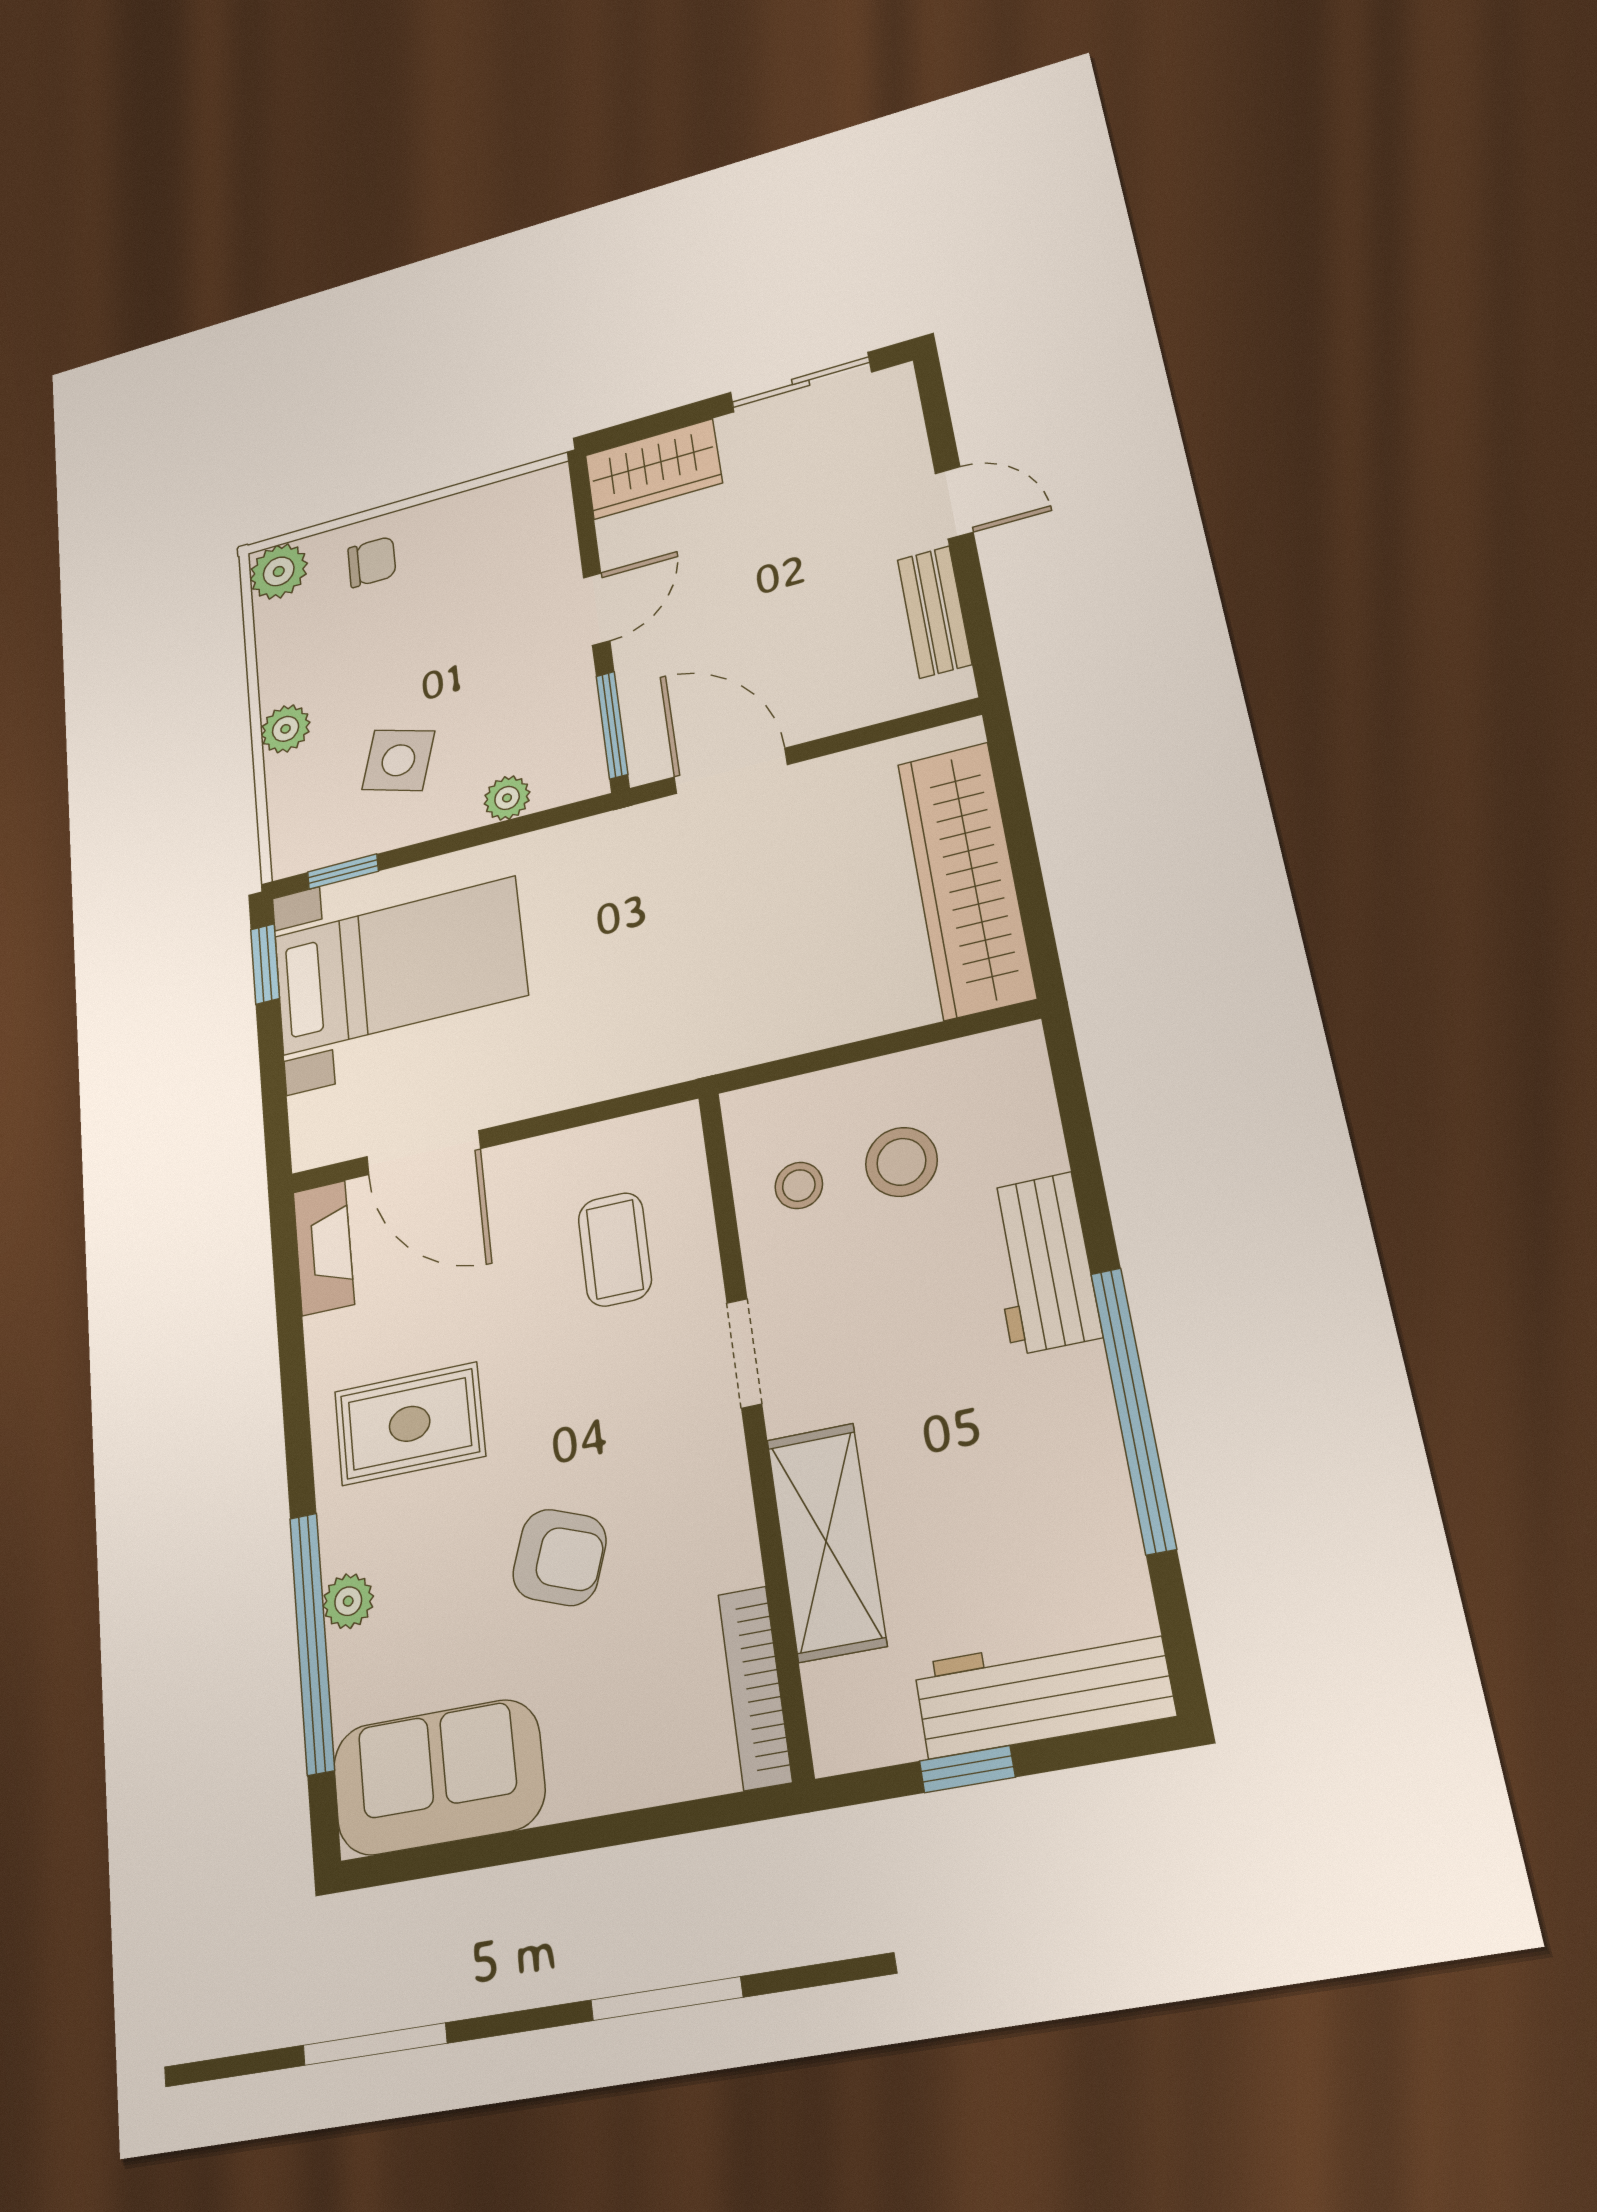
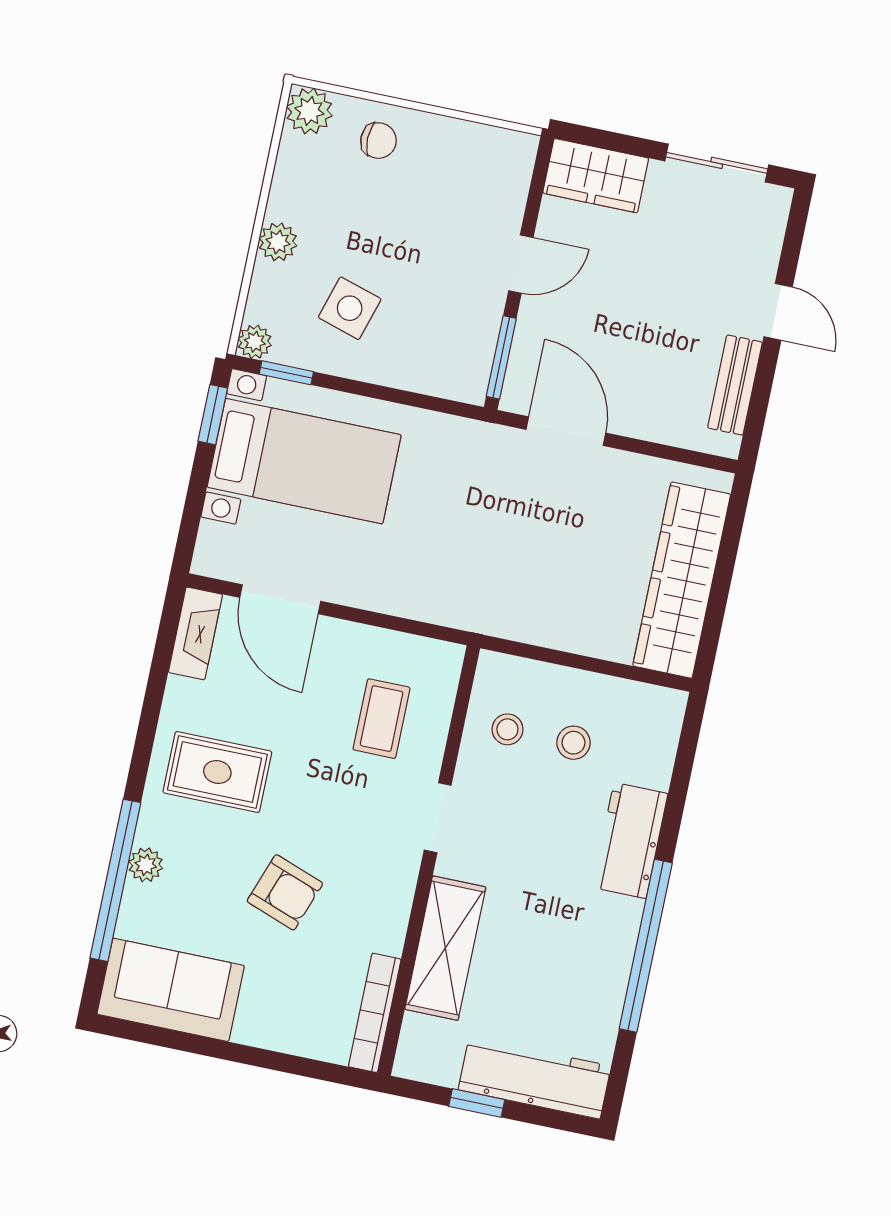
plant: (507, 798) -> (255, 342), moved
stool: (901, 1162) -> (574, 743), width x0.73, depth x0.73

